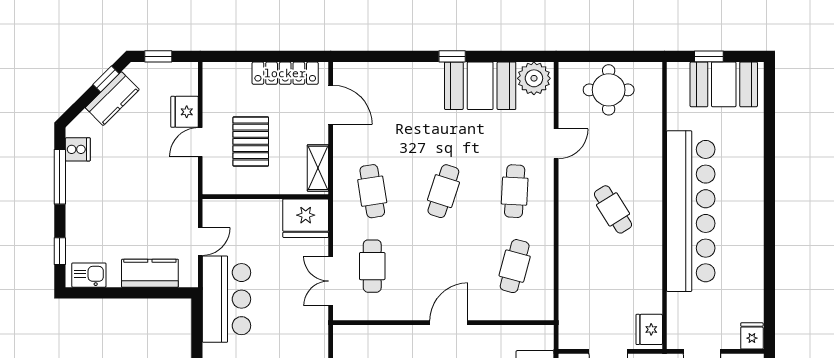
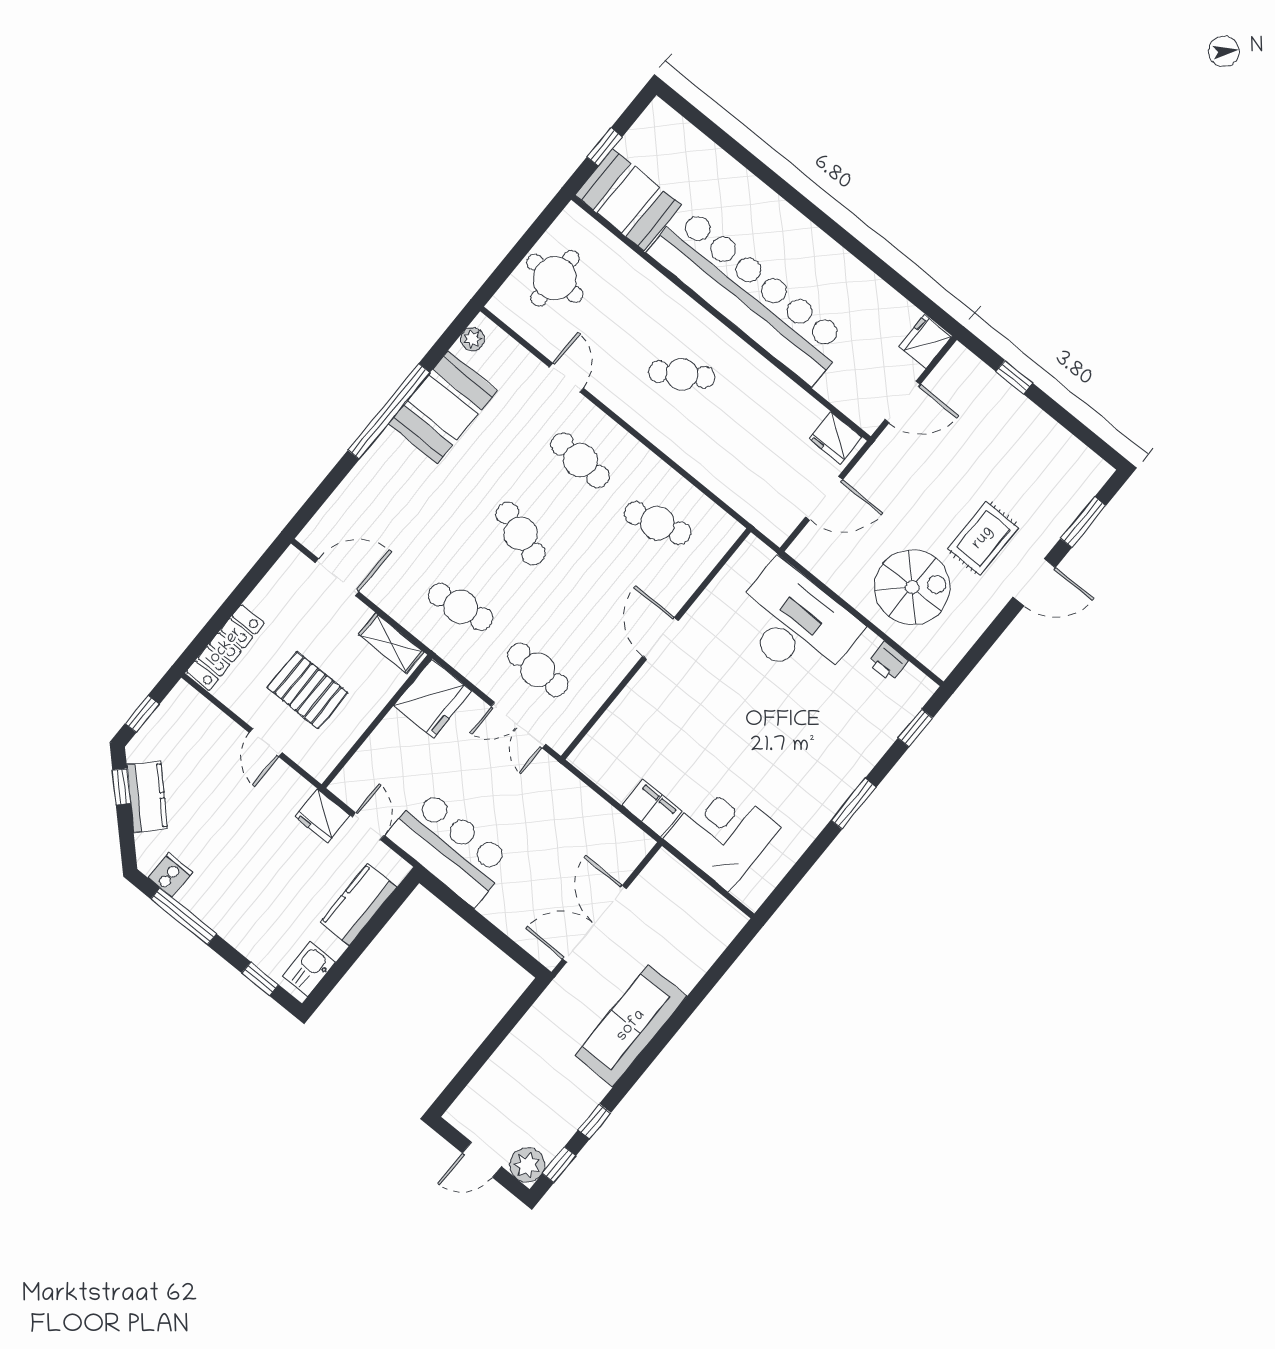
window: (452, 56) -> (389, 411), width x3.17
locker: (285, 73) -> (225, 647), moved
plant: (534, 78) -> (472, 339), width x0.53, depth x0.53
booth: (724, 84) -> (628, 200), moved, turned 90
fridge: (185, 112) -> (323, 816), moved
cafe table: (515, 266) -> (657, 523), turned -30
fridge: (752, 336) -> (925, 342), width x1.38

